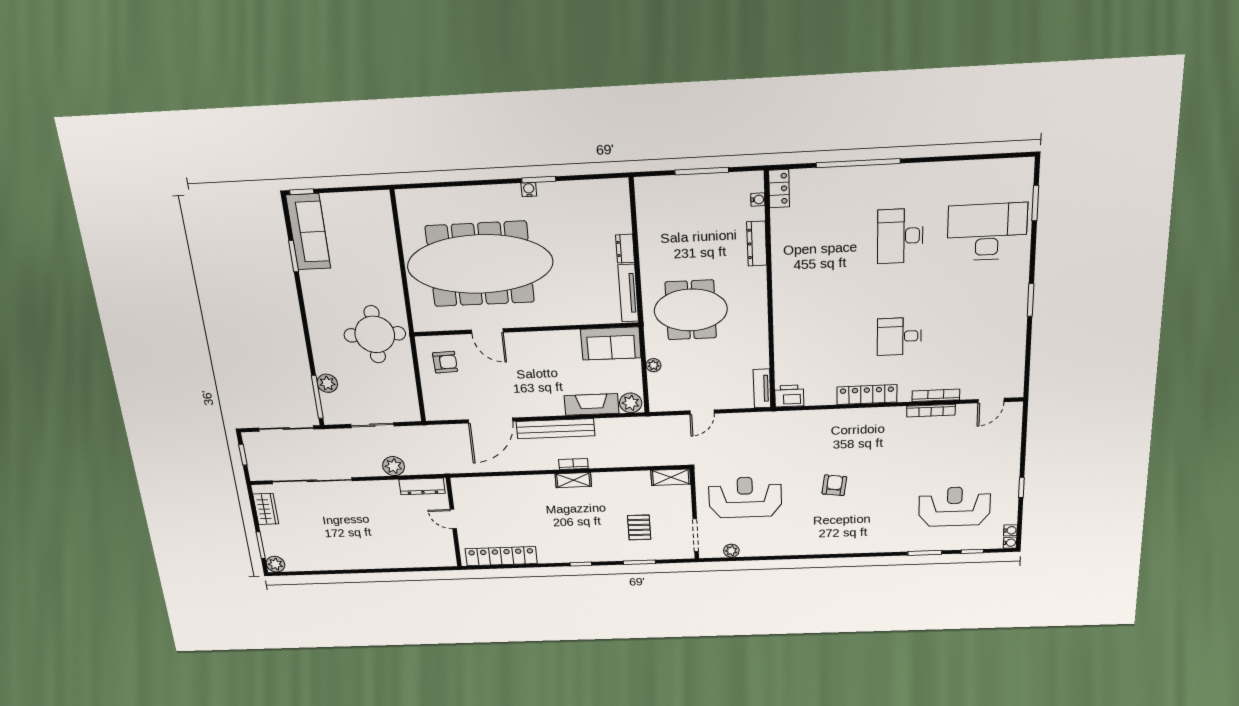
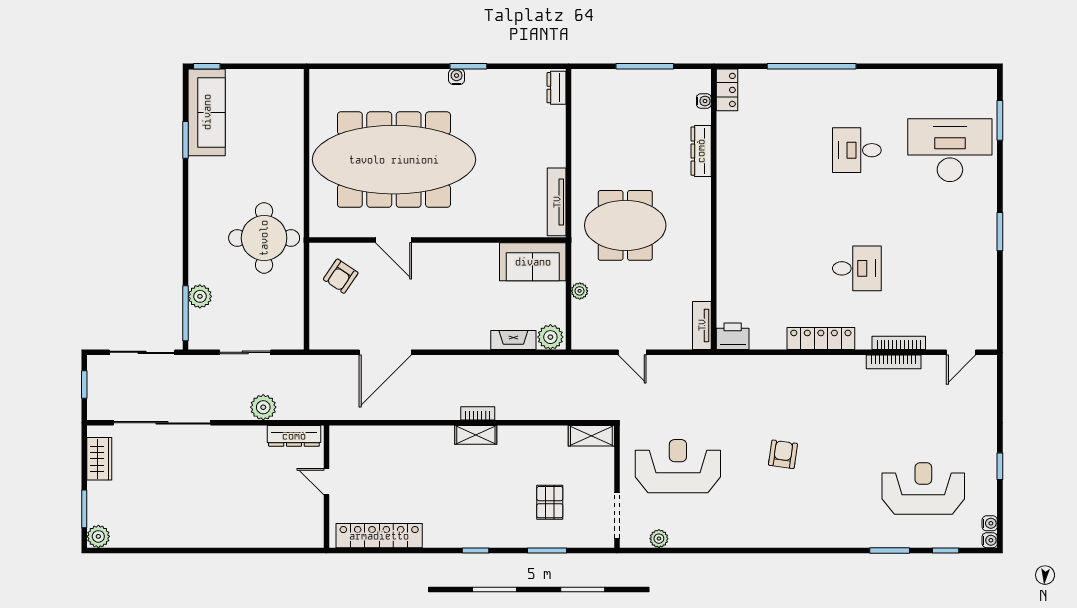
desk: (900, 236) -> (857, 150), width x0.73
dresser: (625, 249) -> (557, 88), moved
desk: (899, 336) -> (857, 268), turned 180
armchair: (445, 362) -> (341, 276), turned 126
fireplace: (592, 404) -> (513, 340), width x0.73, depth x0.76
door: (702, 412) -> (632, 352), hinge flipped
bench: (556, 429) -> (461, 366), removed

